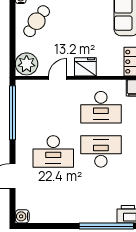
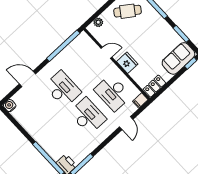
plant: (27, 64) -> (98, 22), width x0.53, depth x0.53
desk: (53, 151) -> (63, 89), turned 180

